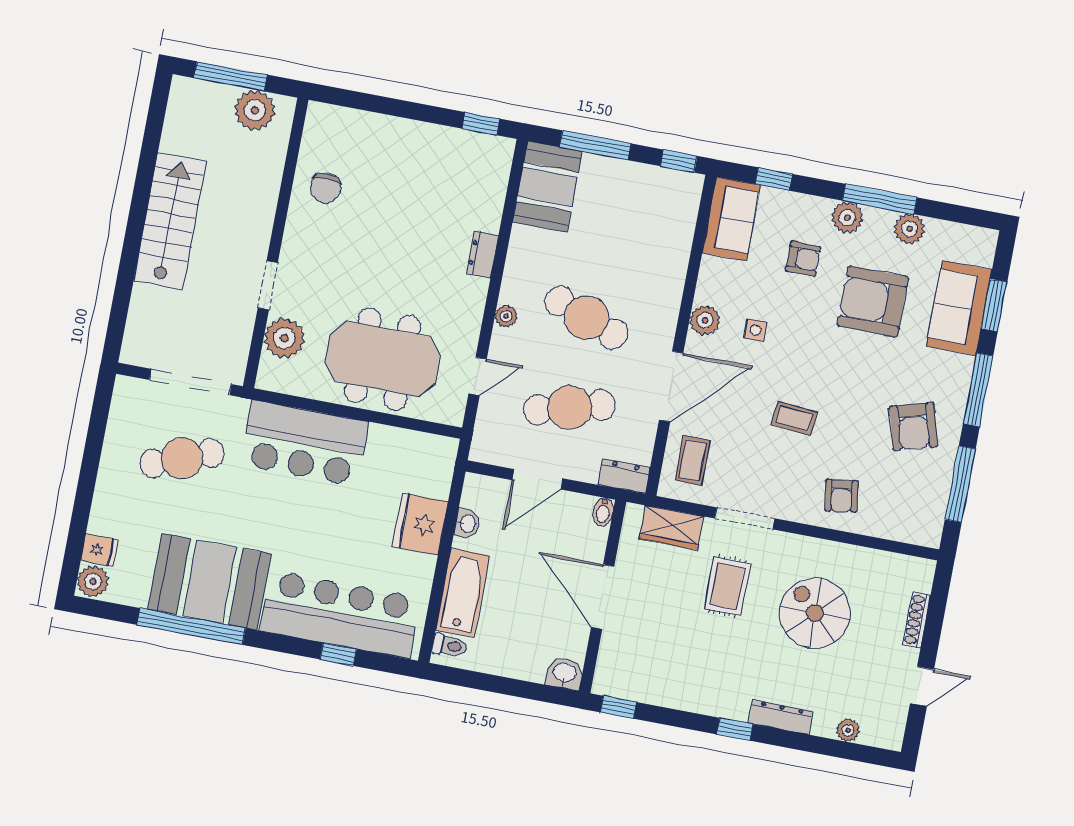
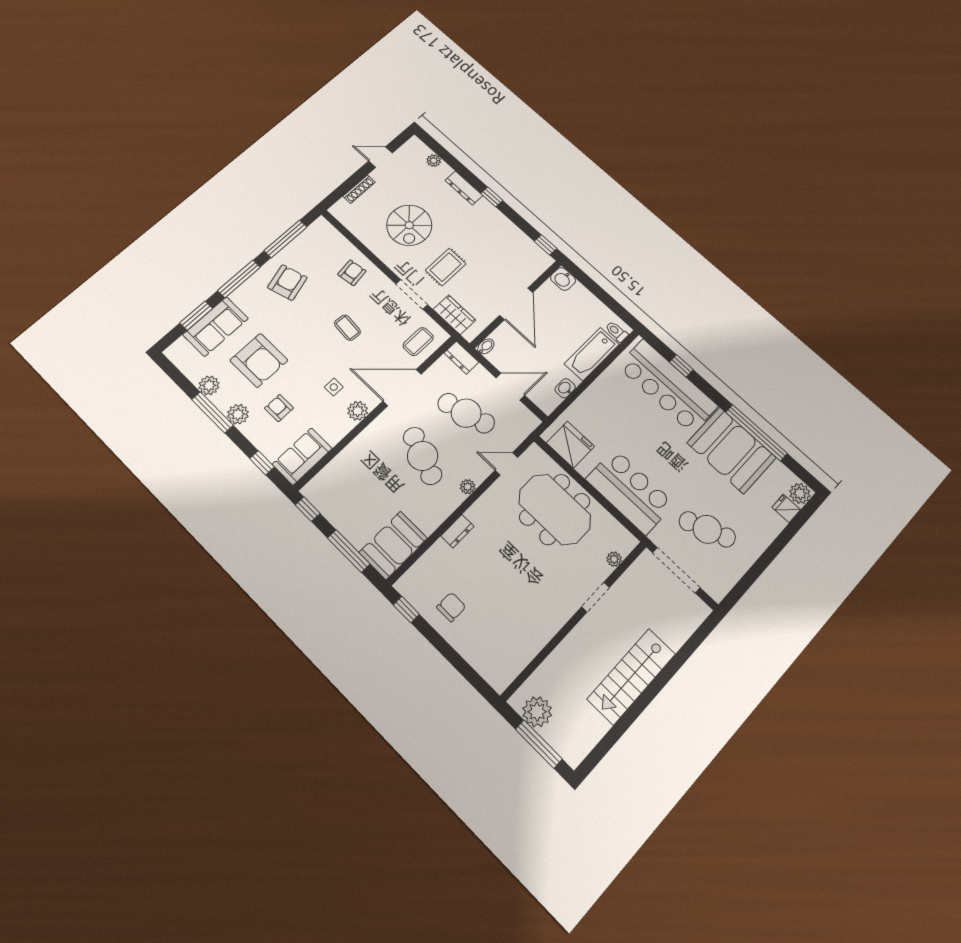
chair: (326, 188) -> (451, 607), moved
plant: (284, 338) -> (614, 559), width x0.53, depth x0.53
fridge: (420, 524) -> (570, 445), moved, turned -90

